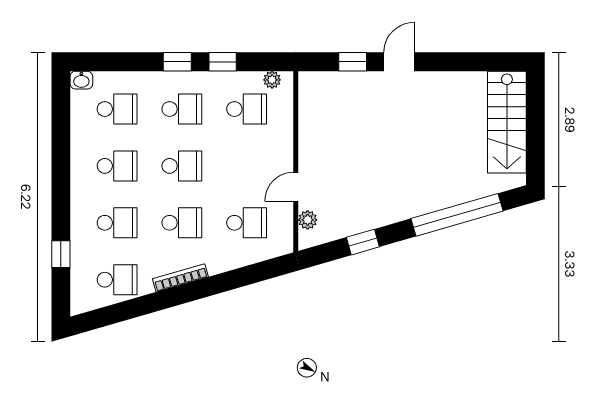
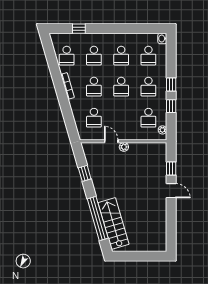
stairs: (507, 122) -> (113, 223), moved, turned 74
plant: (308, 220) -> (124, 147), moved

